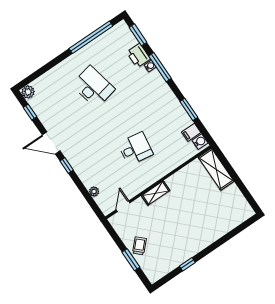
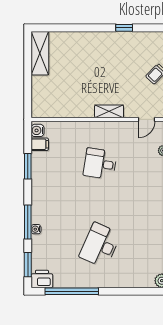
printer: (138, 56) -> (42, 279), moved, turned -90
desk: (93, 87) -> (100, 245), turned 36
shelving: (216, 169) -> (40, 53), moved

